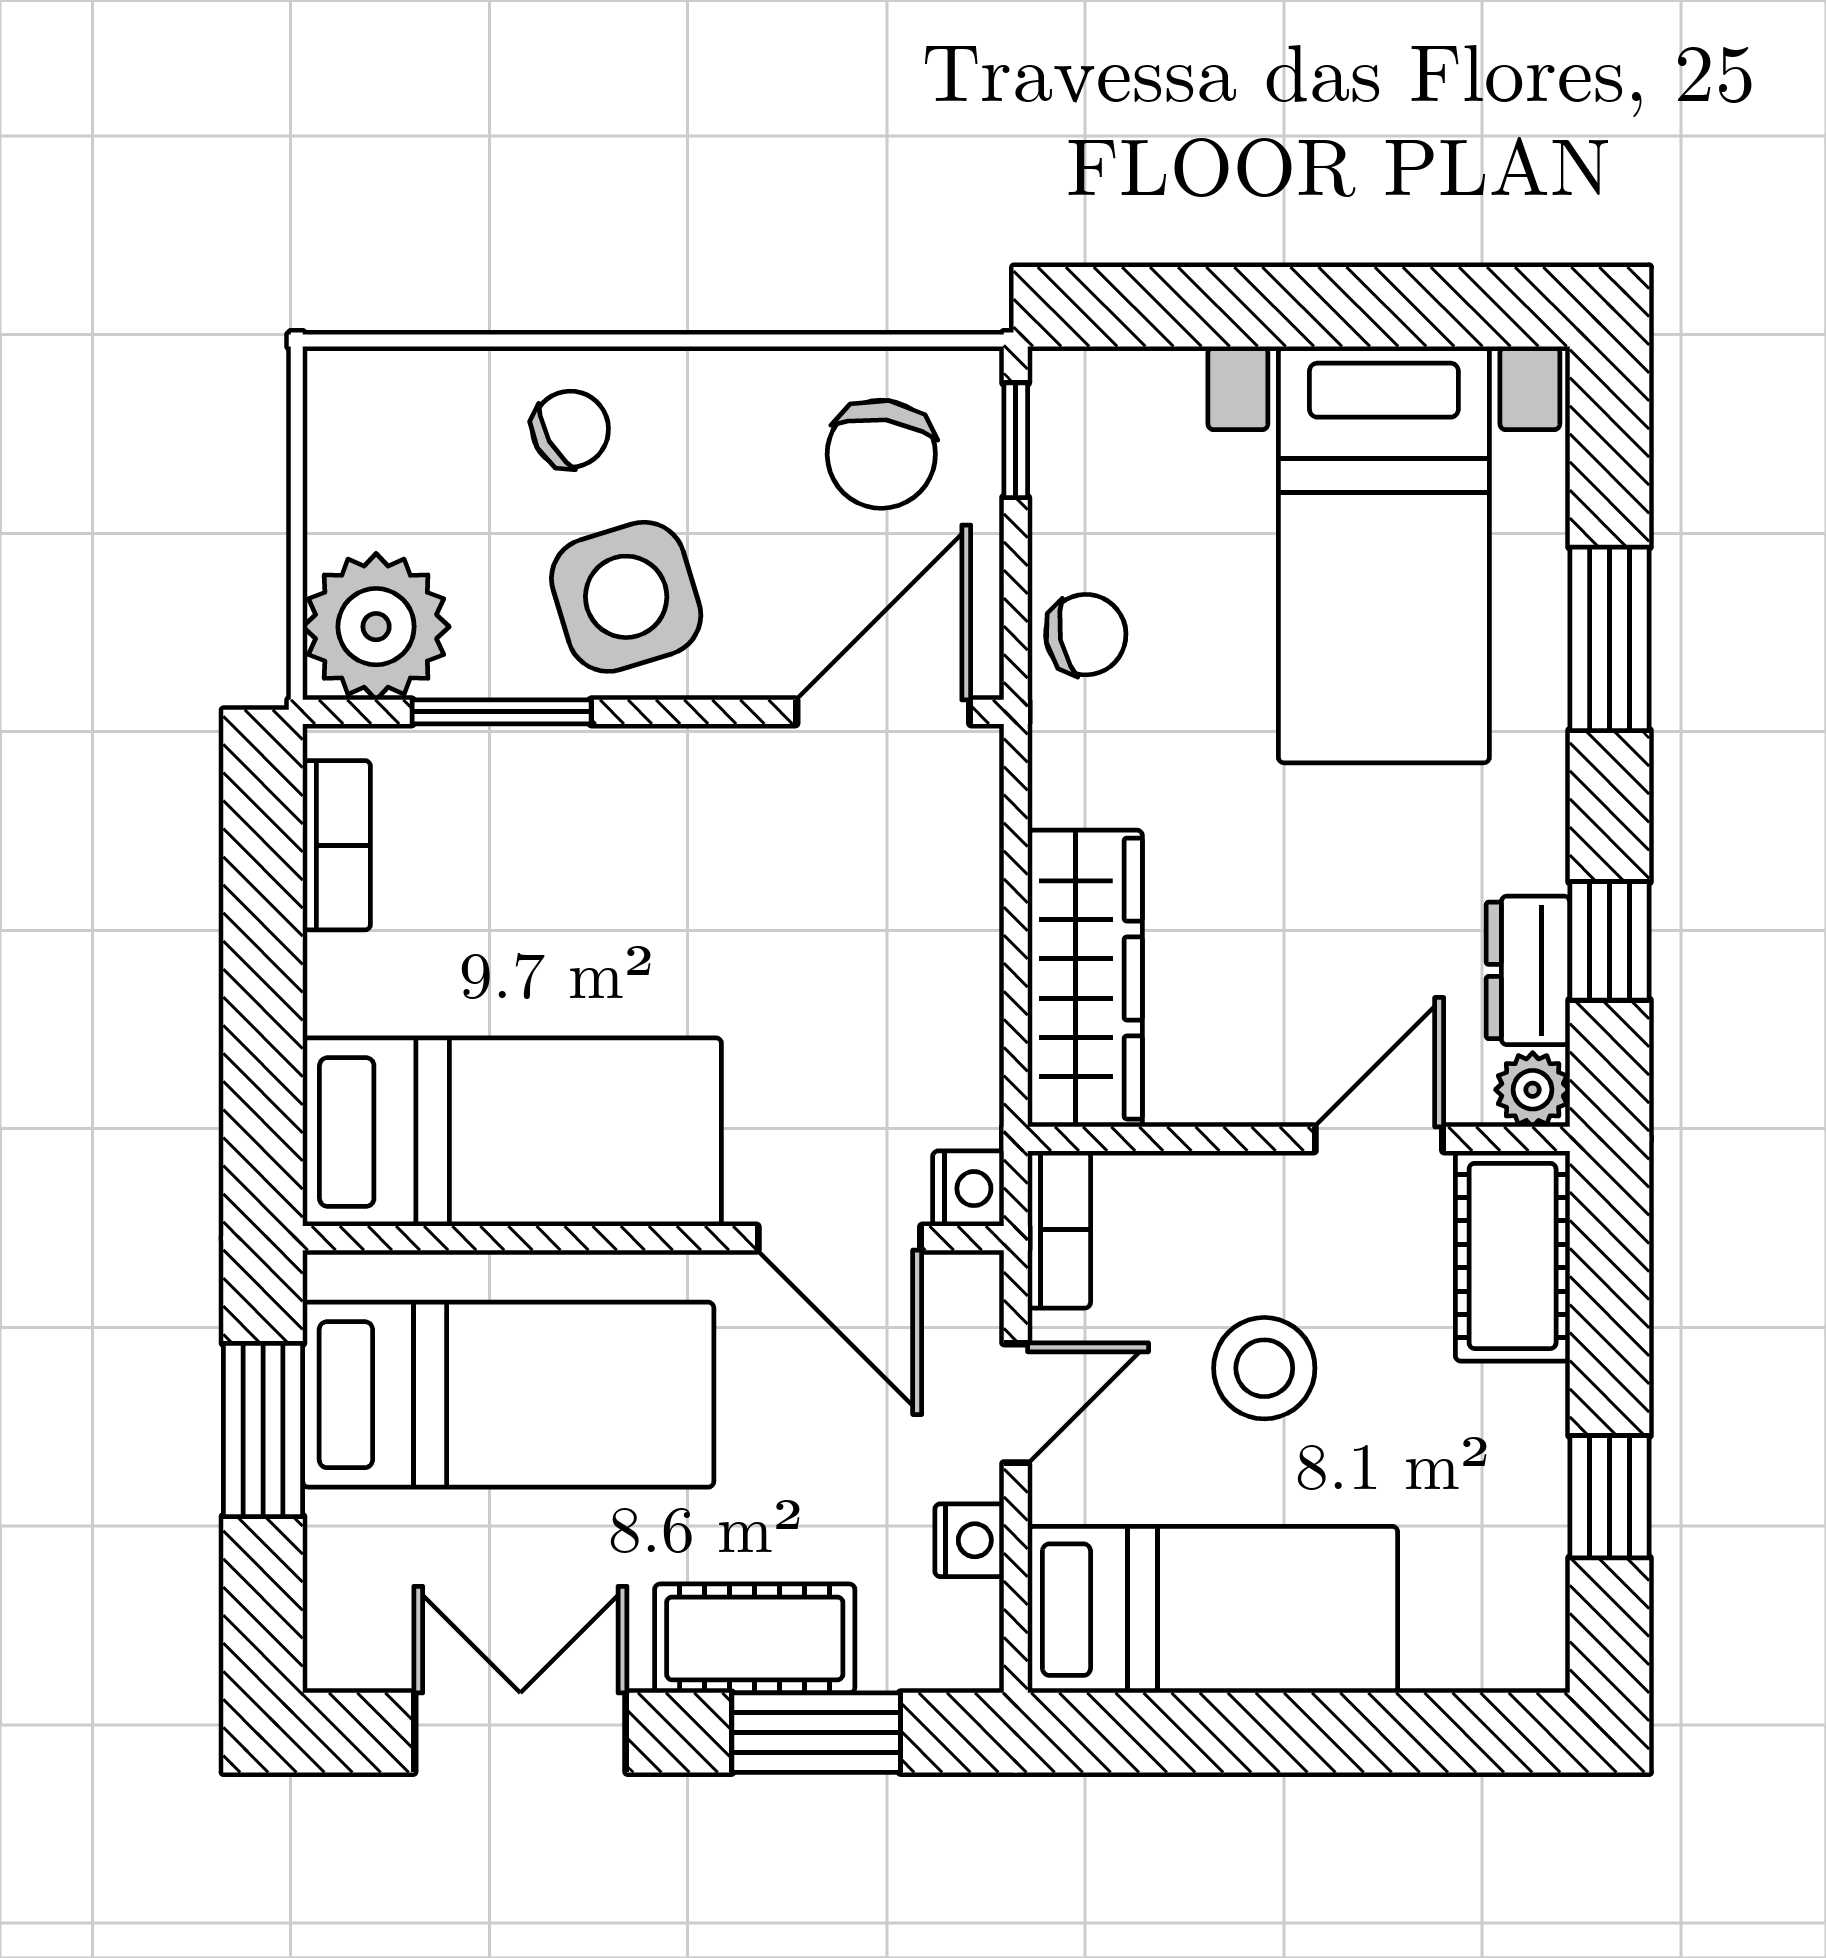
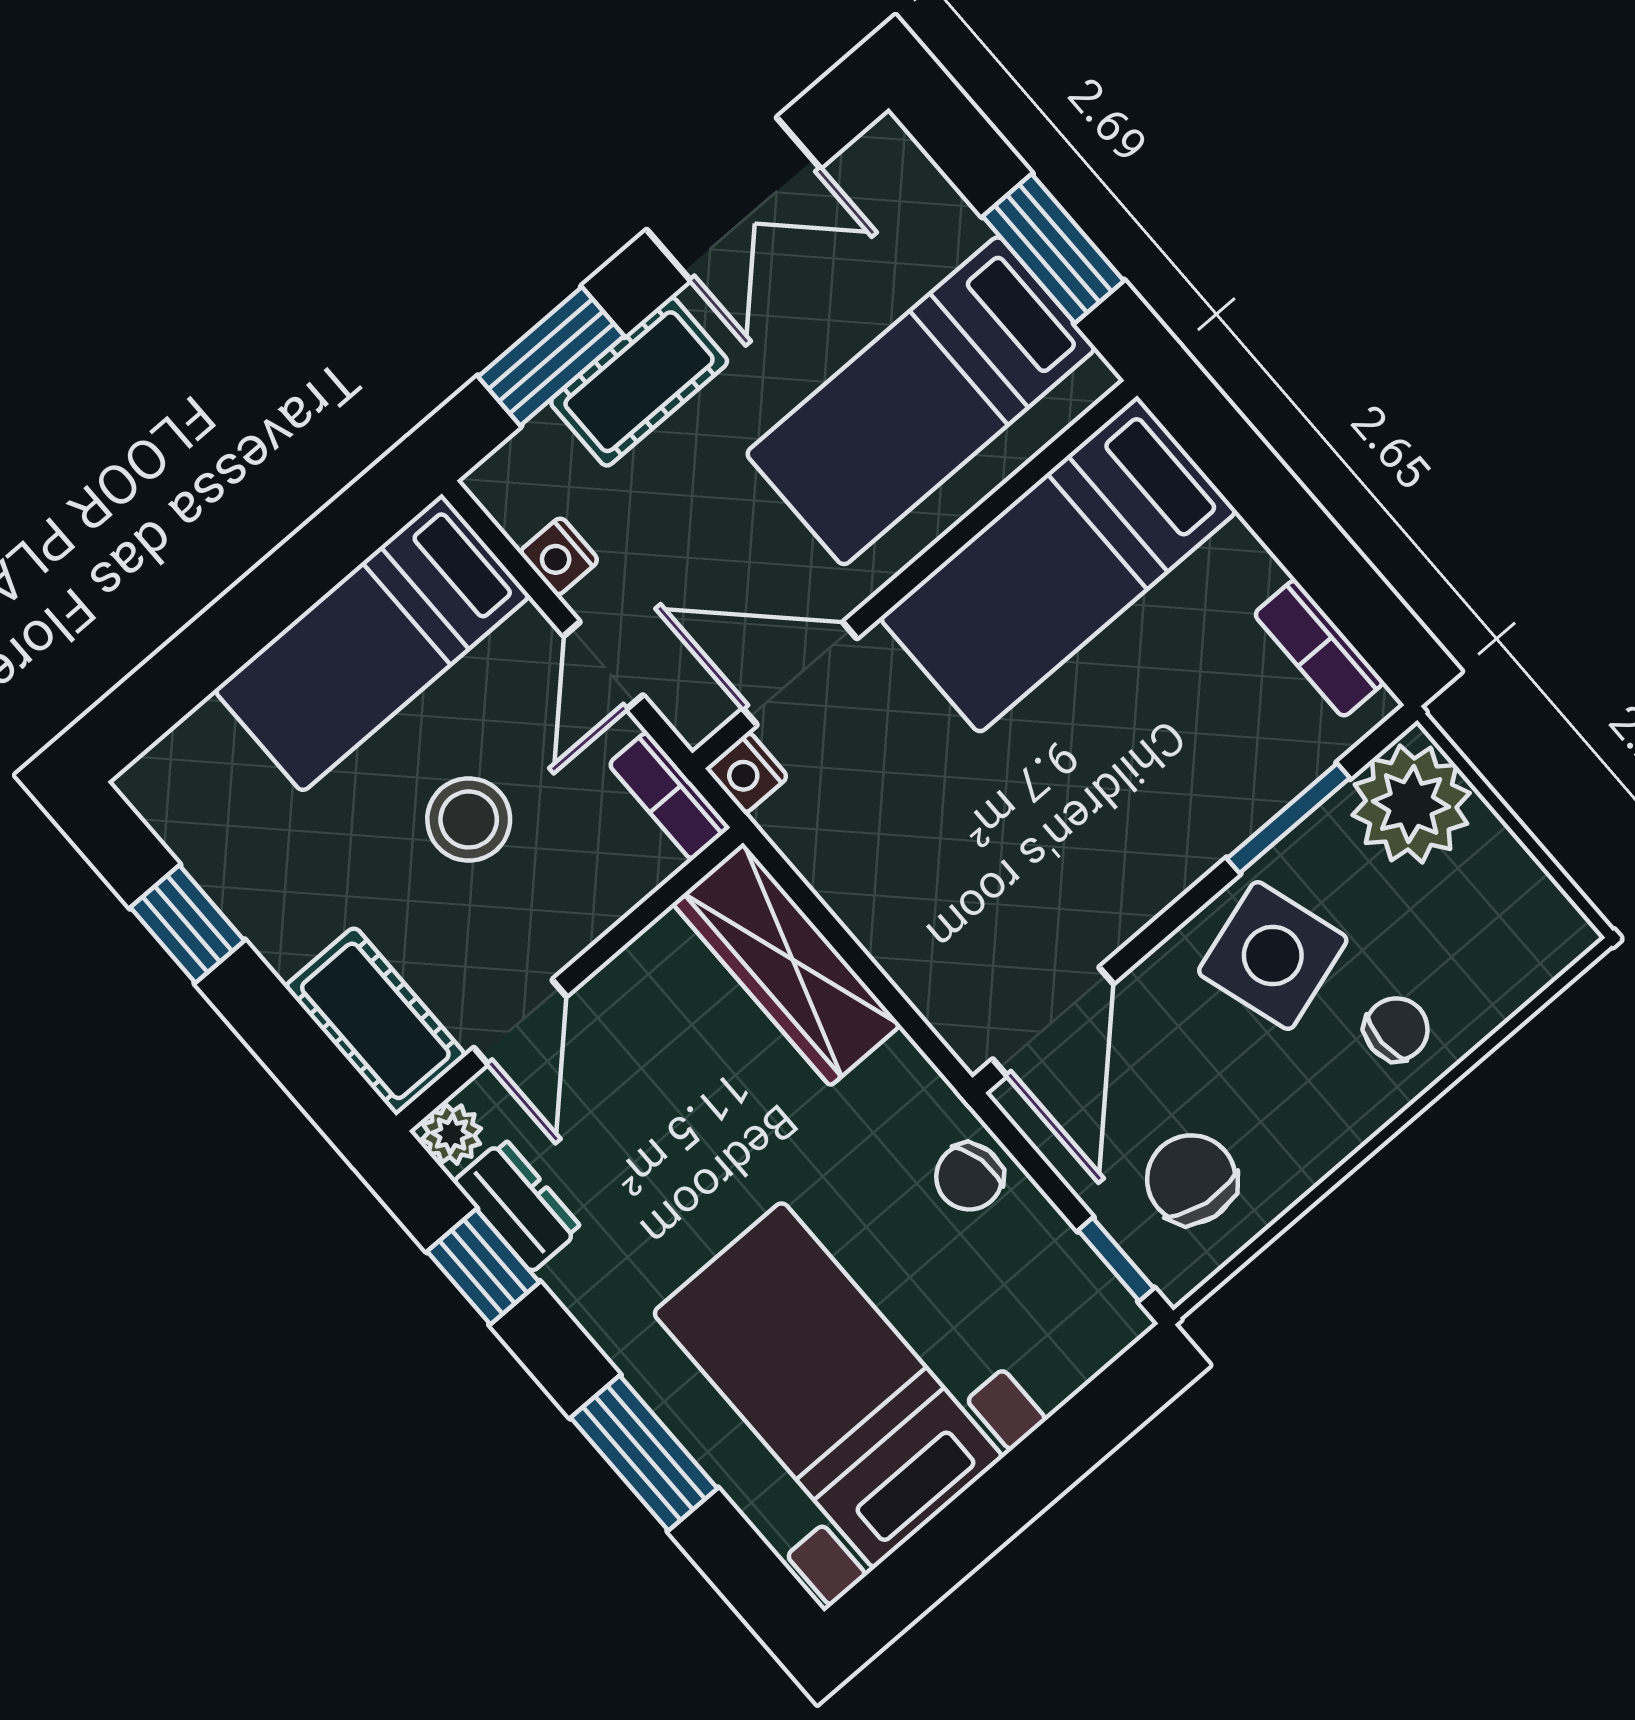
chair: (570, 429) -> (1396, 1029), turned -151

